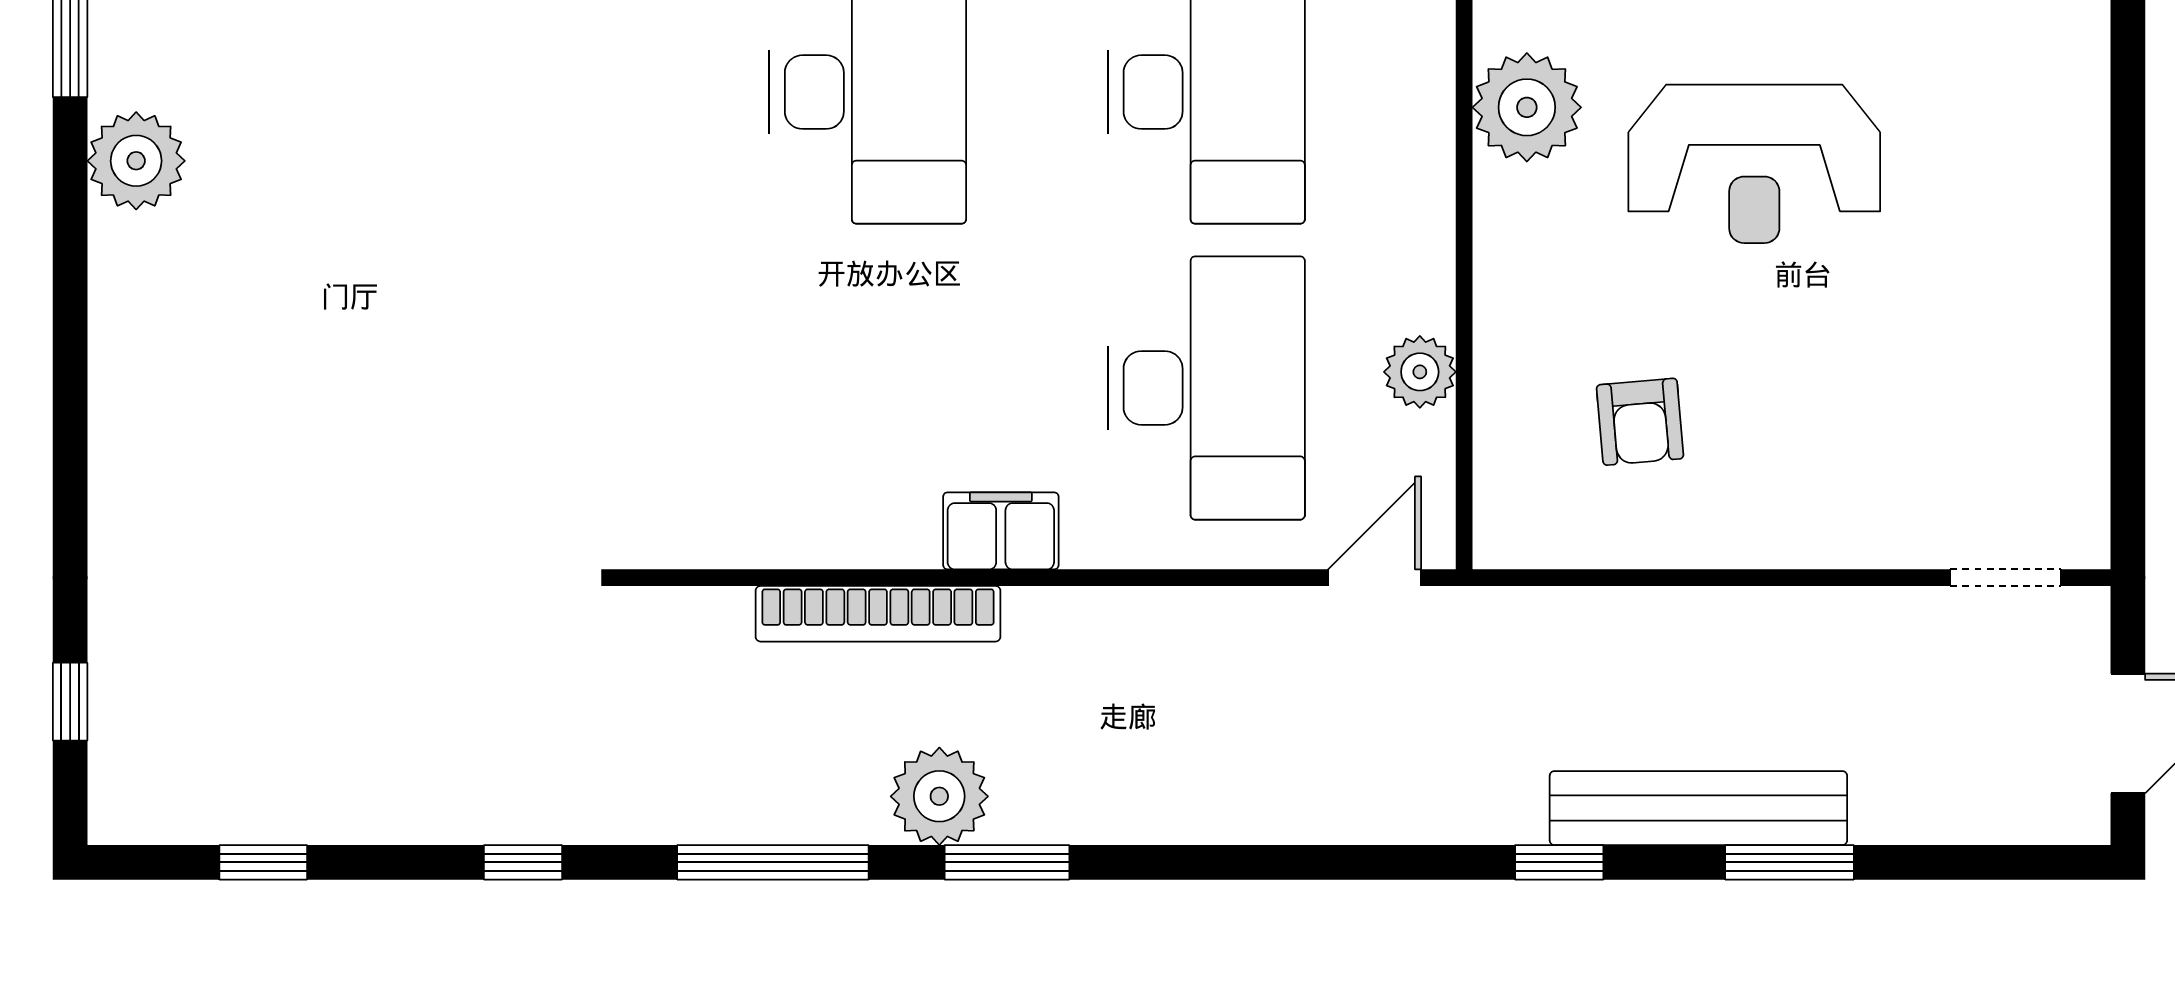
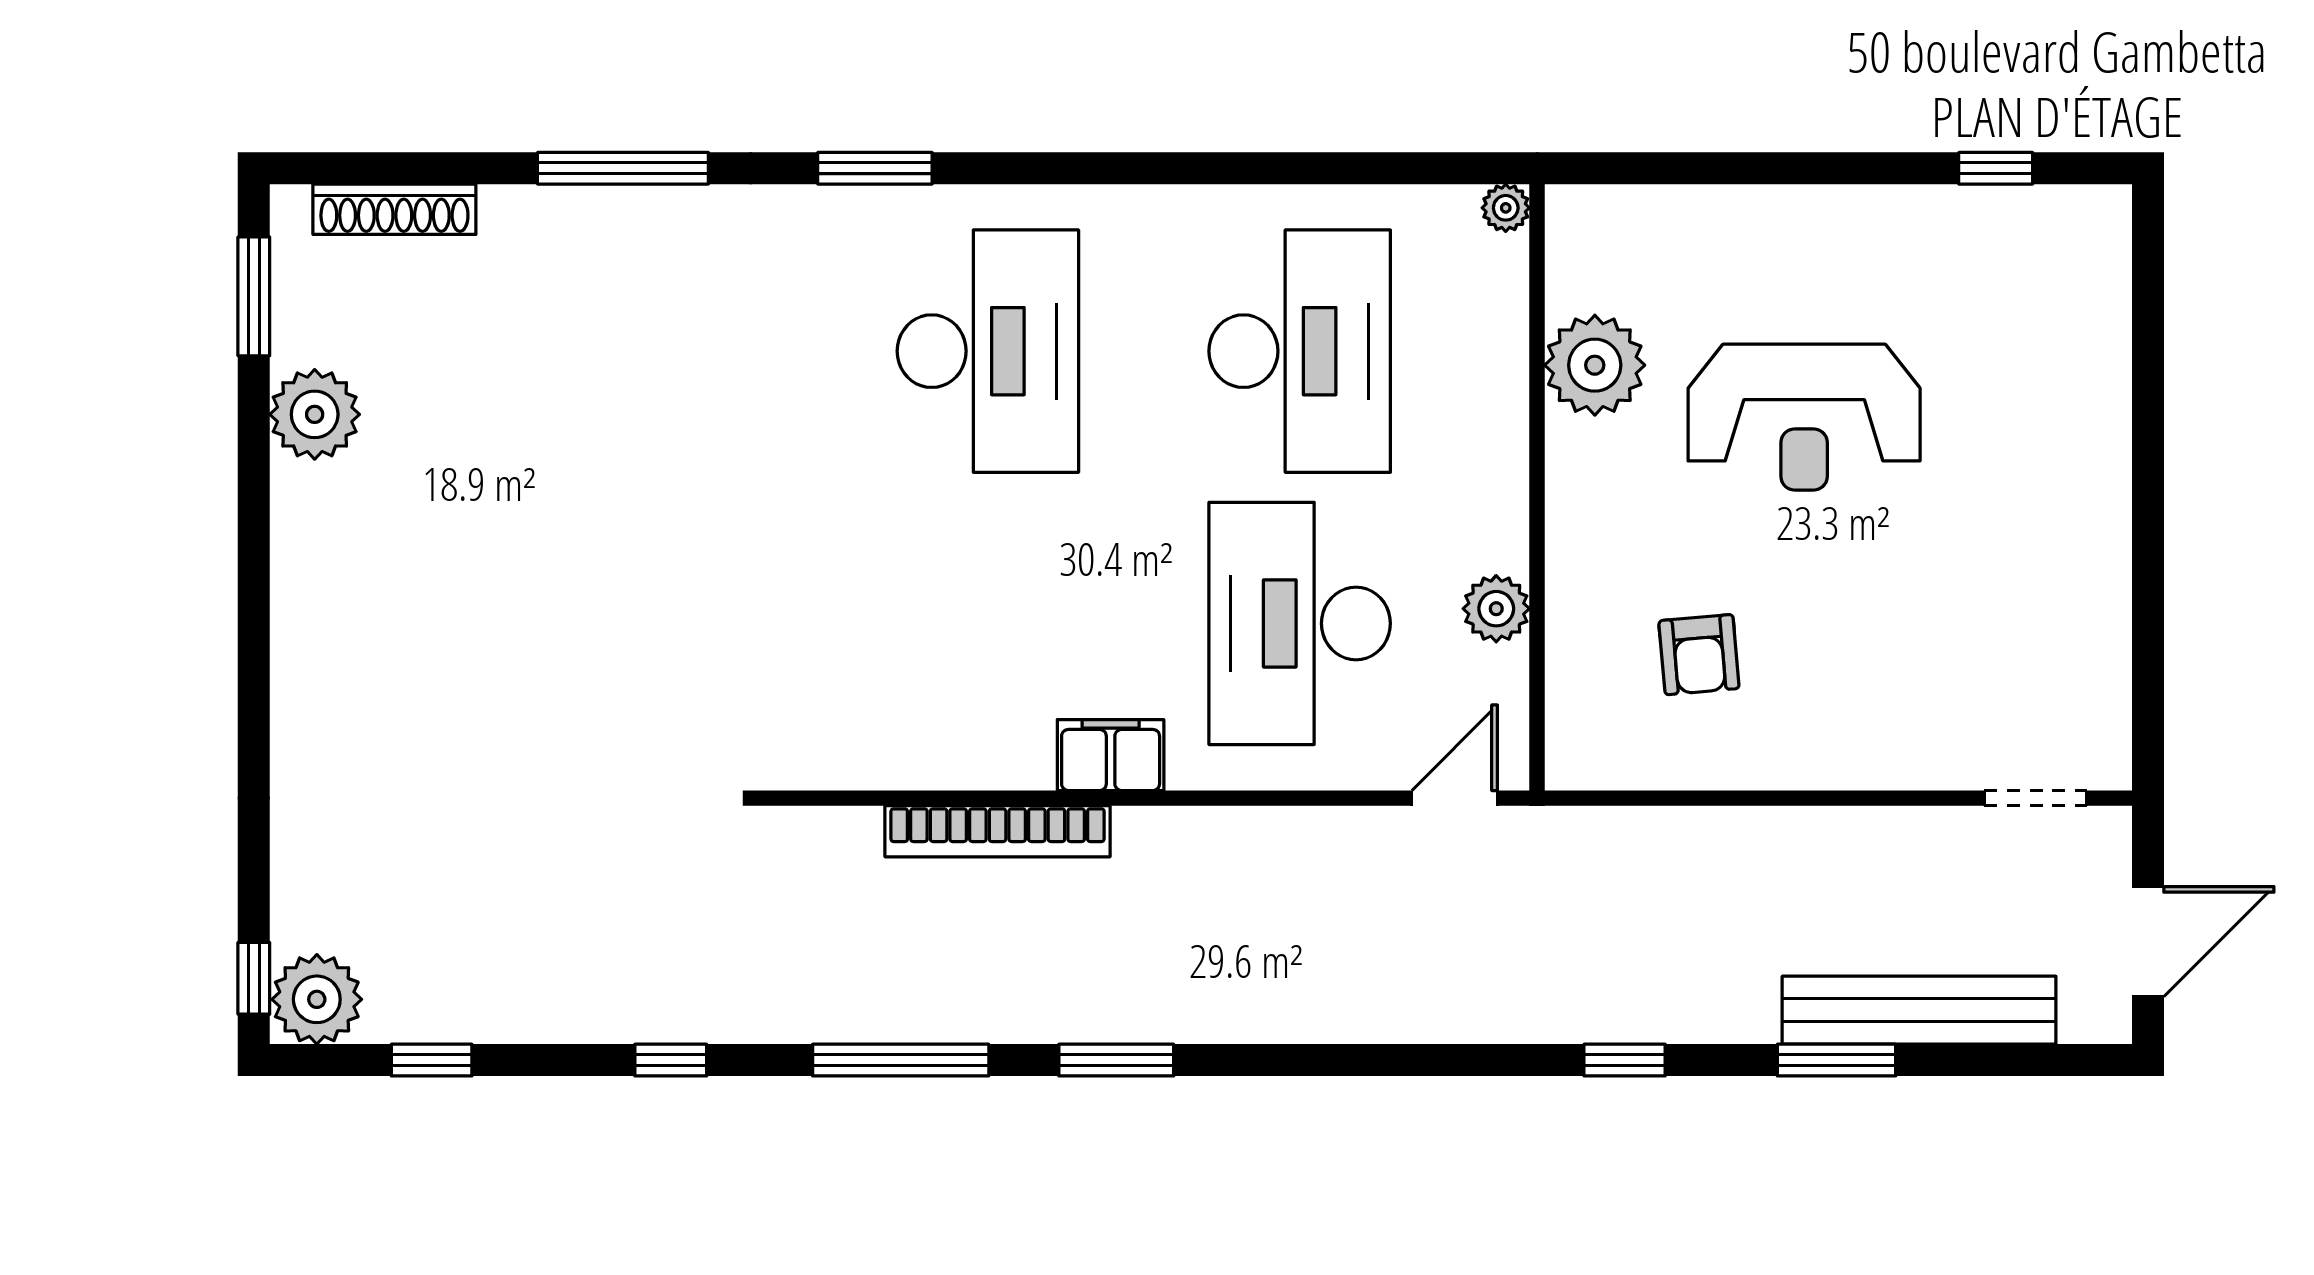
desk: (1206, 388) -> (1300, 623), turned 180
window: (70, 702) -> (254, 978), moved
plant: (939, 796) -> (317, 999), moved
bench: (1698, 808) -> (1919, 1010), moved

